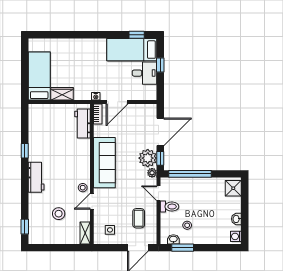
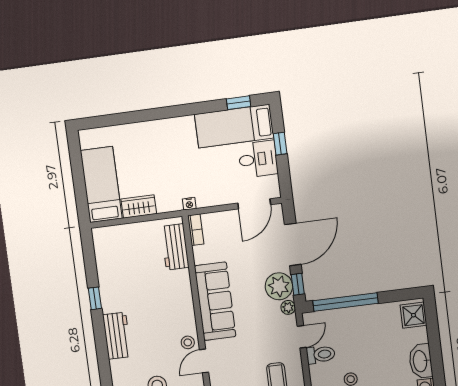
door: (117, 102) -> (254, 204), moved
door: (158, 193) -> (302, 337), swing flipped
washbasin: (236, 219) -> (421, 361), width x1.91, depth x1.45

